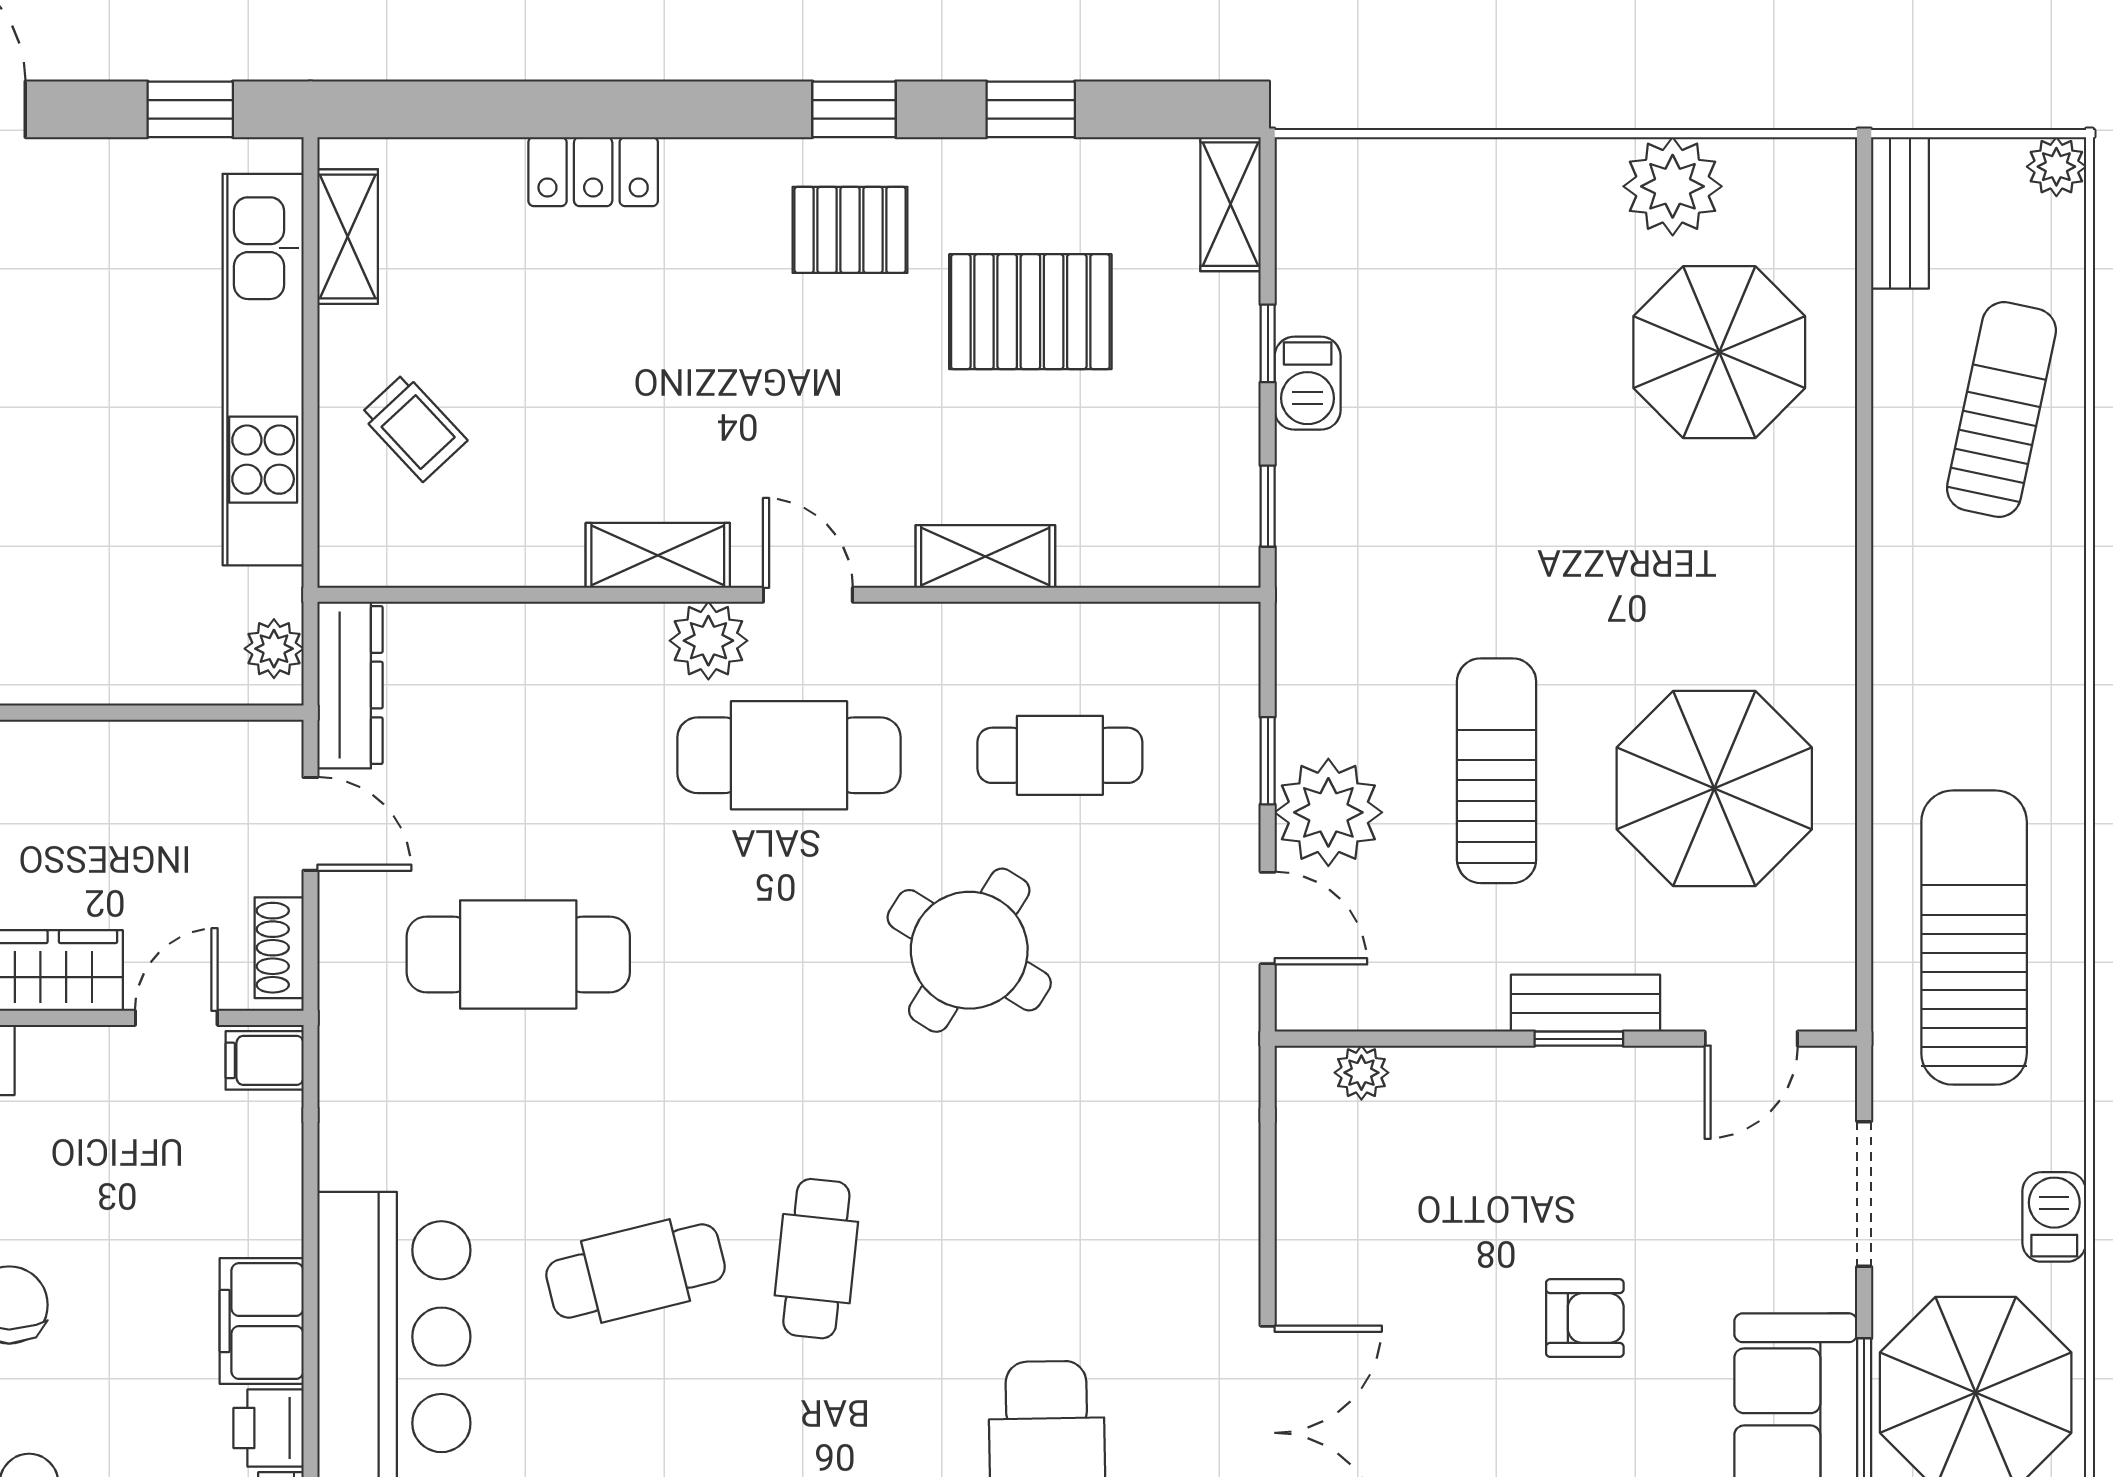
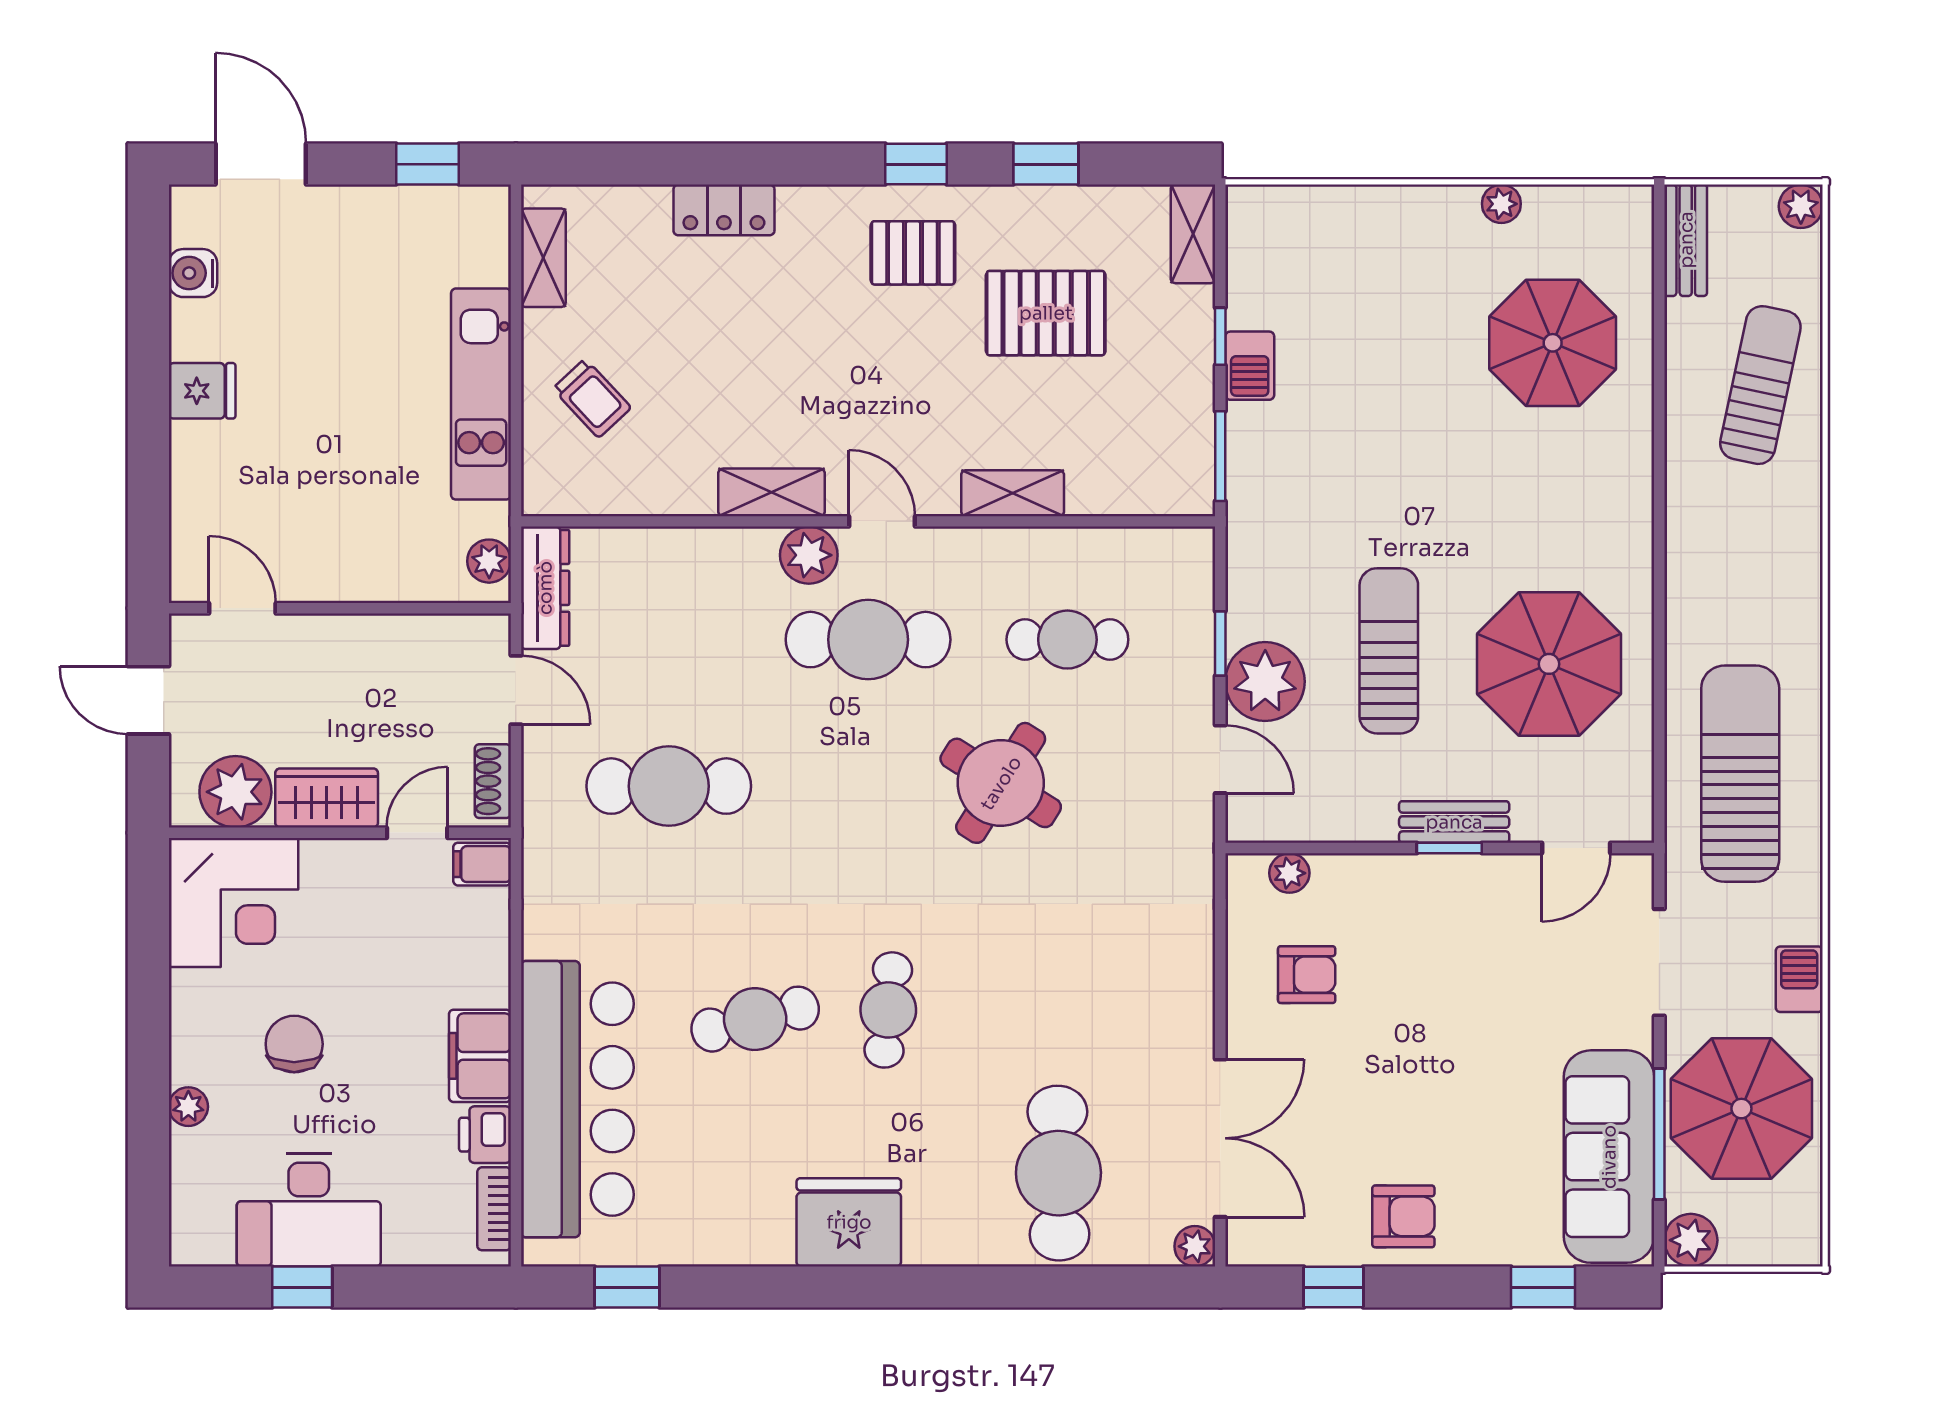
plant: (1673, 186) -> (1501, 204), width x0.53, depth x0.53
kitchen unit: (263, 370) -> (481, 394), width x0.73
window: (1268, 506) -> (1220, 456), width x1.50
armchair: (1585, 1318) -> (1307, 975), moved

